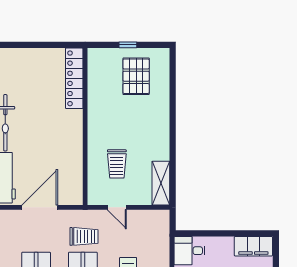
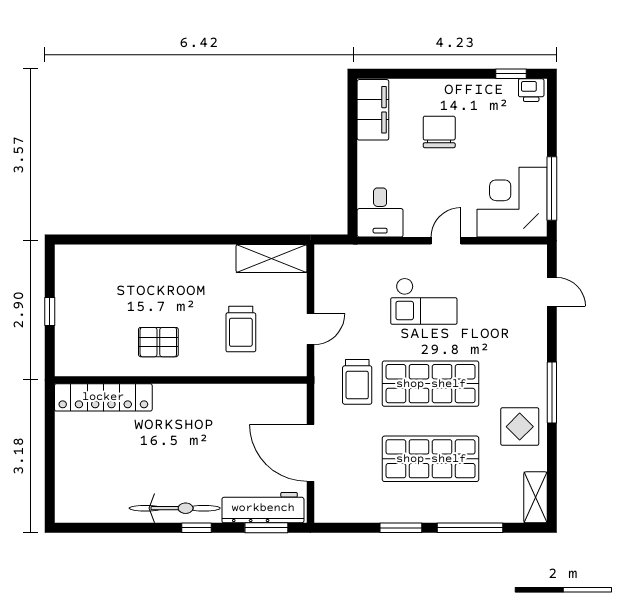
pallet: (136, 76) -> (158, 342), moved, width x0.67, depth x0.71
trolley: (117, 164) -> (241, 329), turned 90
trolley: (84, 236) -> (357, 382), turned 180

